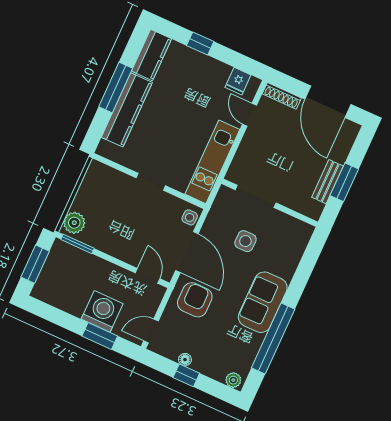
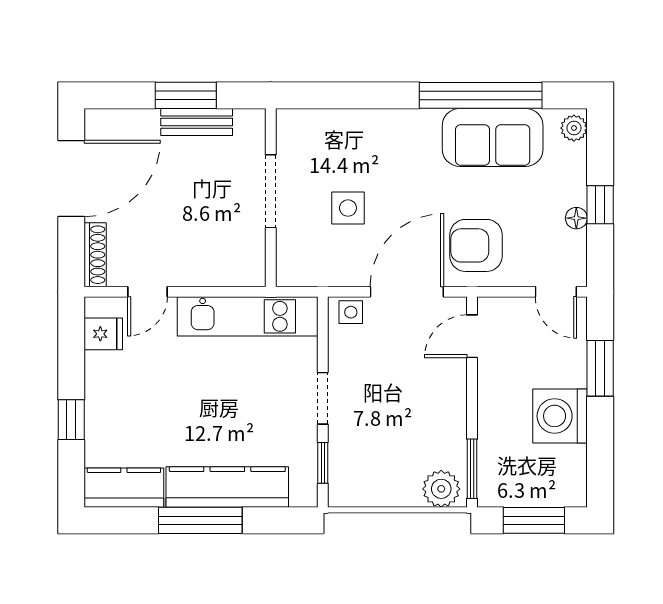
window: (117, 166) -> (323, 463), added
doorway: (256, 196) -> (271, 191), moved
sofa: (263, 302) -> (493, 137), moved
washing machine: (102, 311) -> (560, 416), moved

